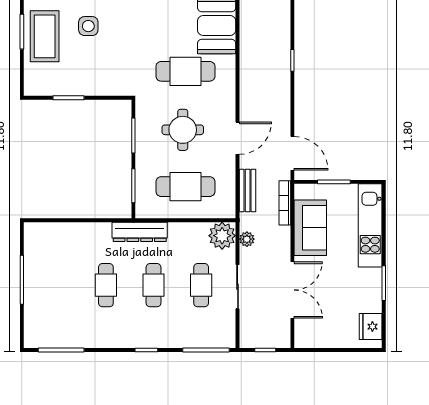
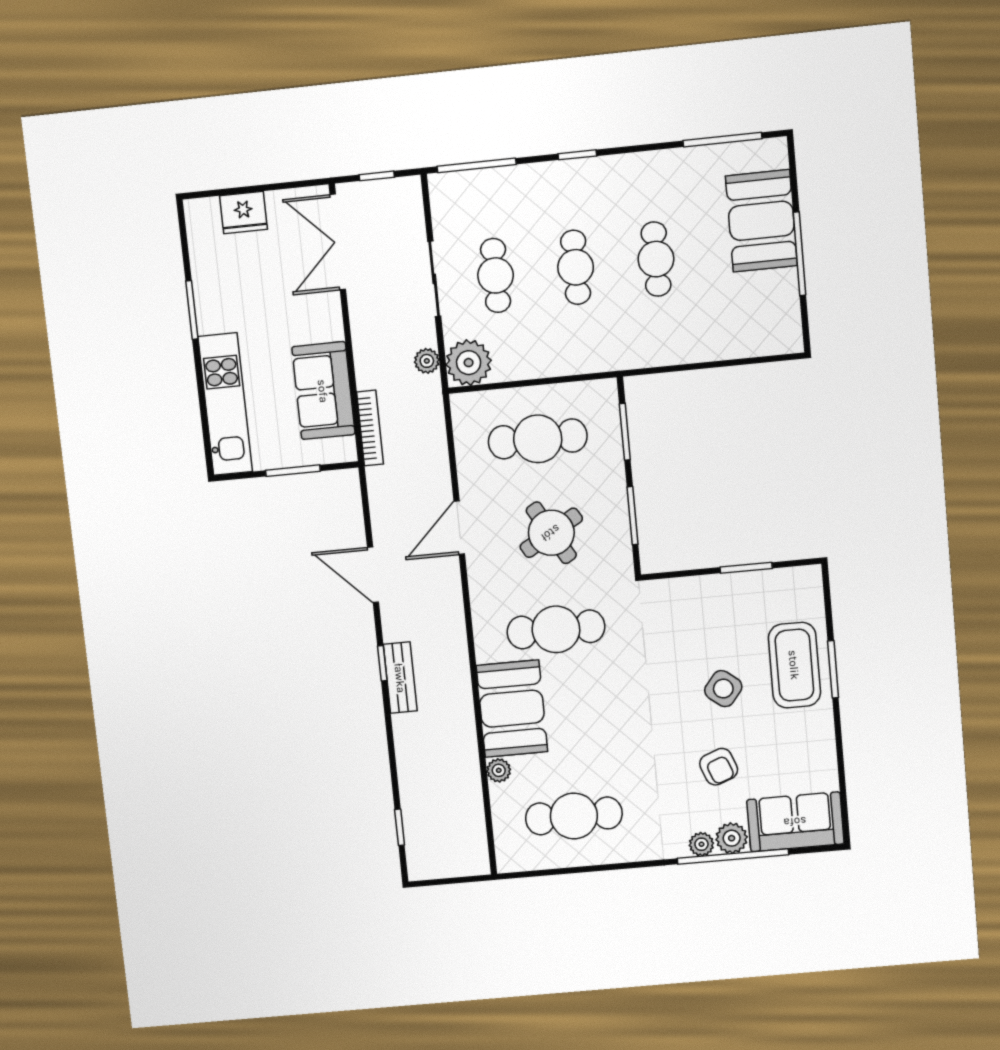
side table: (88, 26) -> (723, 689), turned 38
round table: (183, 130) -> (551, 533), turned -30
door: (292, 153) -> (373, 575), moved
bench: (248, 191) -> (400, 678), moved
dresser: (140, 232) -> (607, 355), removed
double door: (292, 290) -> (338, 242), moved
booth: (42, 301) -> (761, 221), added
fridge: (371, 327) -> (243, 213), moved, turned 90

